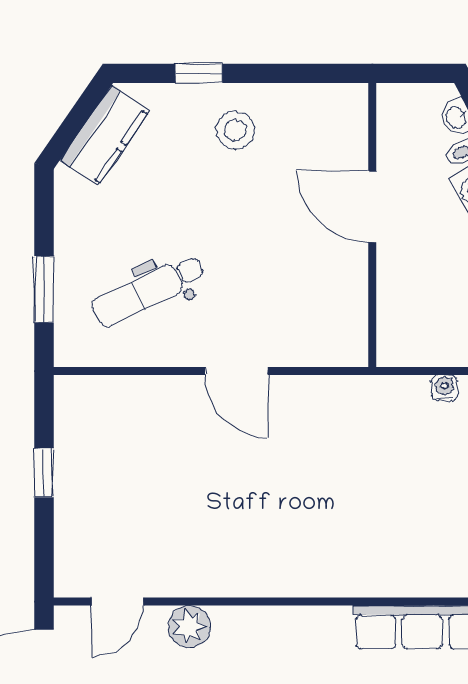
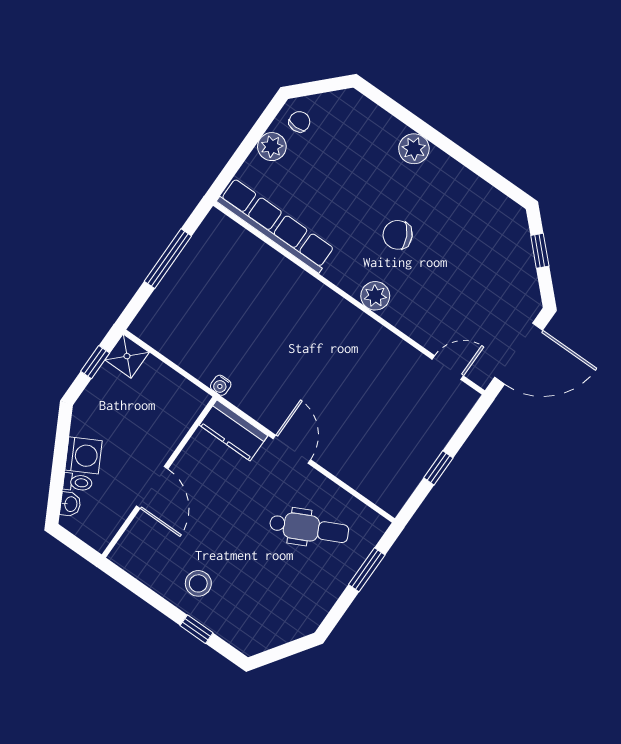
kitchen counter: (105, 135) -> (233, 430), moved, turned -125
water cooler: (444, 388) -> (221, 385), moved
plant: (189, 627) -> (375, 296), moved

